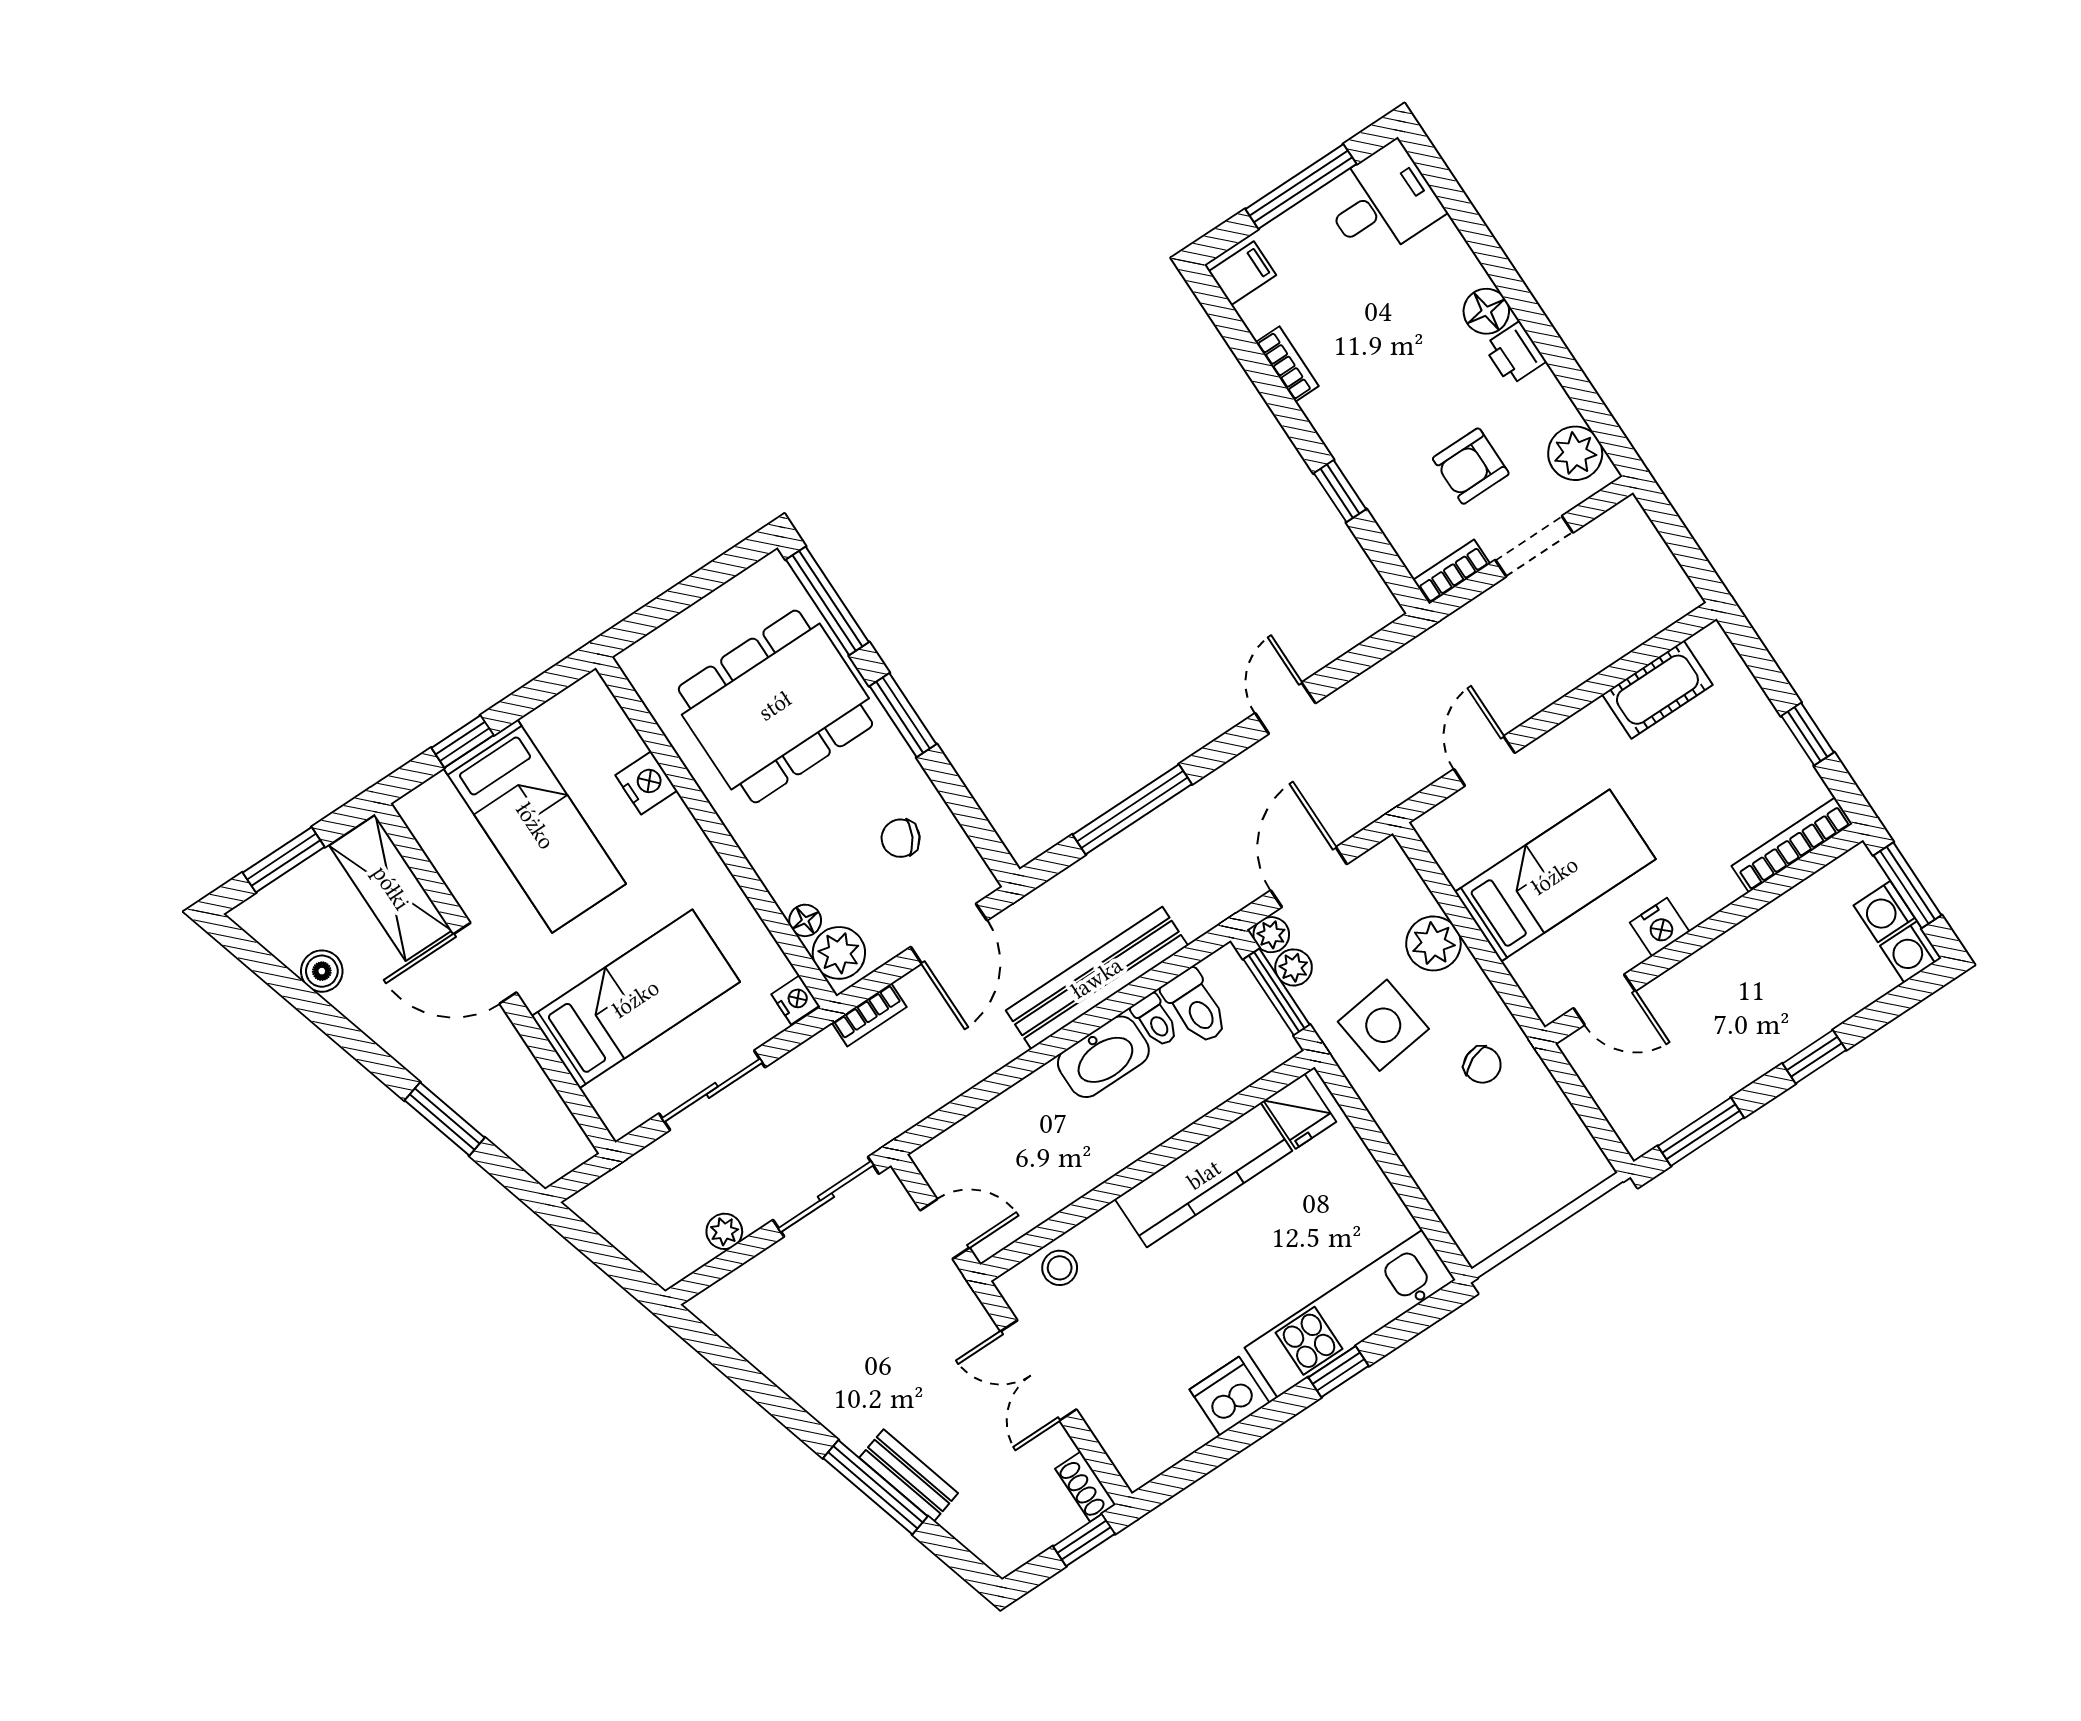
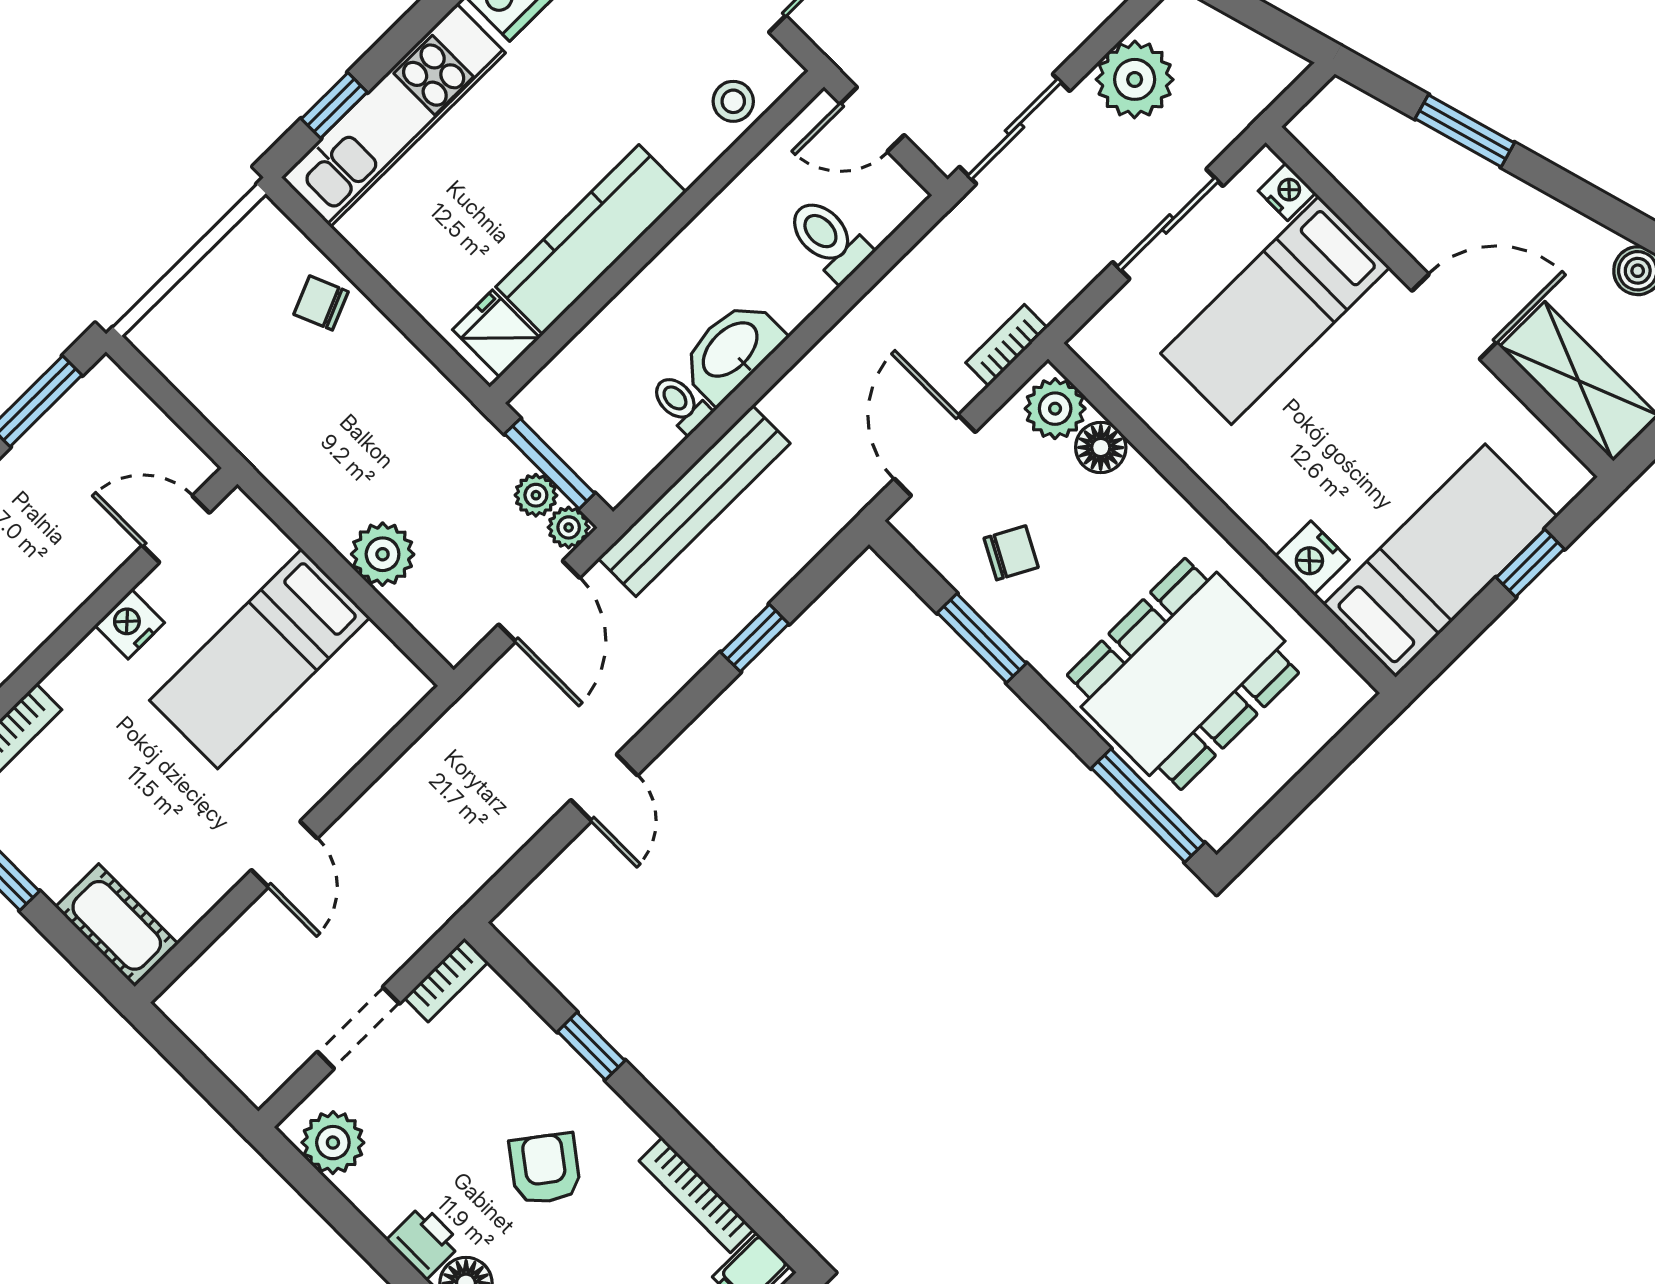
bookcase: (1287, 364) -> (696, 1195), width x1.56
armchair: (1471, 466) -> (545, 1169), moved, turned -53
cot: (1657, 690) -> (117, 925), moved, turned 90
window: (903, 715) -> (982, 638), moved
door: (1484, 761) -> (284, 854), moved
window: (1132, 809) -> (755, 638), width x0.46
bed: (535, 826) -> (1440, 561), moved, turned 90
floor lamp: (805, 920) -> (1101, 447), width x1.37, depth x1.37
bench: (1097, 978) -> (694, 501), moved
nightstand: (795, 1000) -> (1287, 192), moved, turned 180
toilet: (1196, 1007) -> (829, 239), moved
side table: (1383, 1025) -> (421, 450), removed
chair: (1482, 1065) -> (321, 303), moved
plant: (724, 1231) -> (1135, 79), width x1.88, depth x1.88
window: (1338, 1372) -> (334, 105), moved

